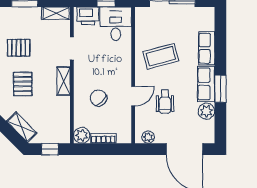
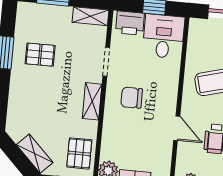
pallet: (23, 84) -> (79, 153), moved
door: (133, 96) -> (177, 128), hinge flipped
chair: (98, 98) -> (132, 98), moved, turned -46

